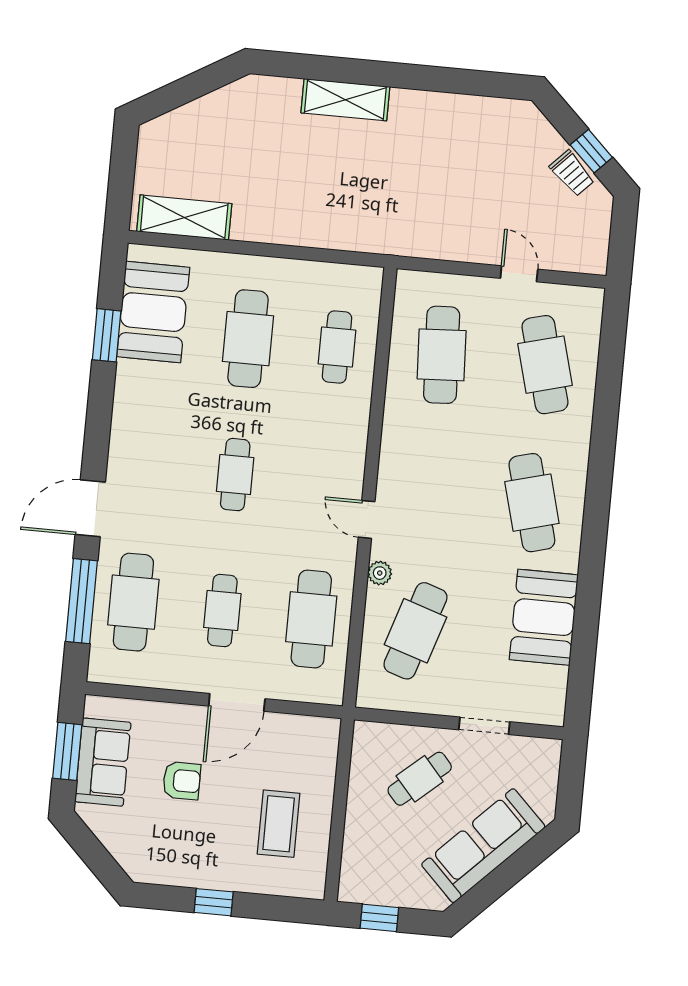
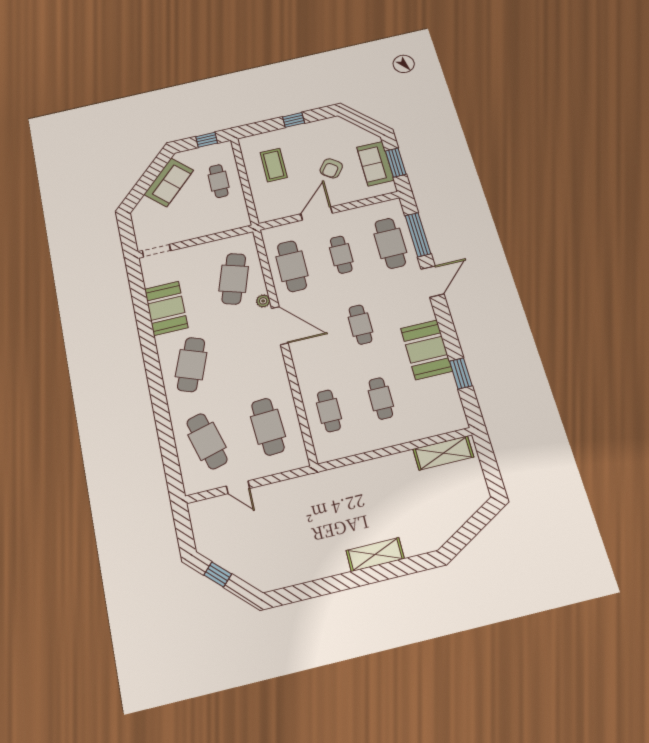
trolley: (572, 173) -> (225, 557), removed
booth: (153, 312) -> (426, 350), moved
cafe table: (248, 339) -> (381, 398), width x0.73, depth x0.74
cafe table: (532, 503) -> (191, 365), turned 36
door: (367, 519) -> (280, 326), width x1.88
doorway: (484, 726) -> (156, 251), moved
cafe table: (420, 779) -> (219, 181), moved, turned -49
armchair: (182, 781) -> (331, 168), turned -53
sofa: (483, 846) -> (169, 182), width x0.73

